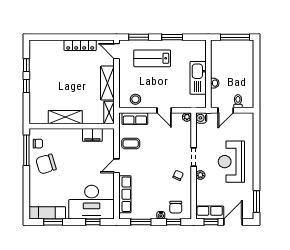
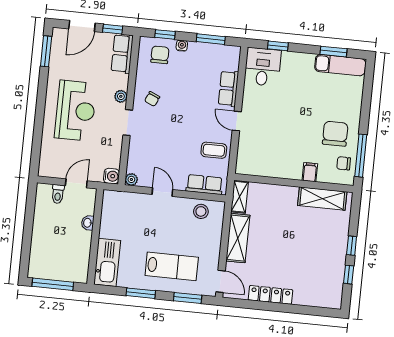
kitchen sink: (198, 78) -> (107, 262), moved
shelving: (65, 117) -> (322, 199), moved
filing cabinet: (92, 135) -> (310, 172), moved, width x0.50
chair: (46, 164) -> (335, 134), turned -73
door: (116, 166) -> (237, 121), swing flipped
row of seats: (125, 194) -> (228, 89), width x0.68
desk: (92, 202) -> (263, 67), width x0.53, depth x0.77
row of seats: (210, 212) -> (122, 54), moved, turned 90

